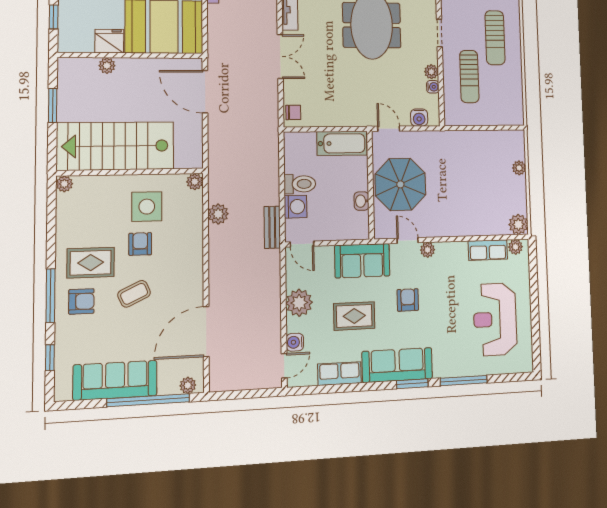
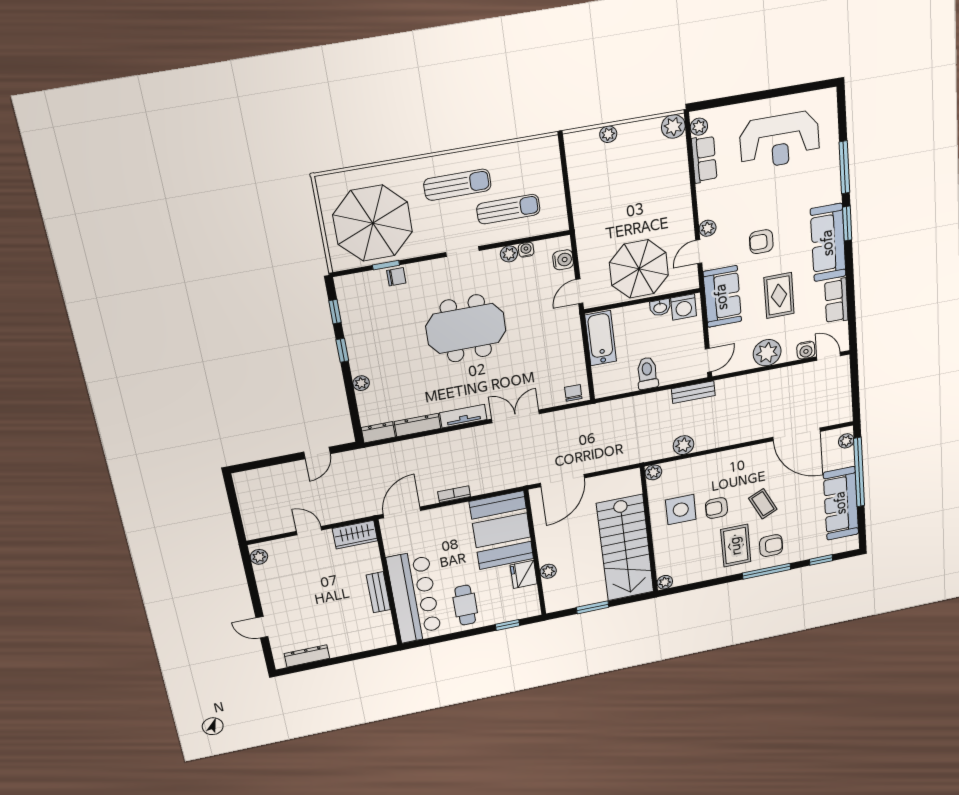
washing machine: (296, 207) -> (684, 307), moved, turned 180
armchair: (81, 301) -> (771, 546), turned 90

